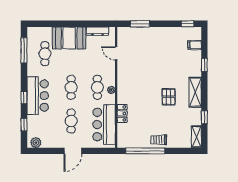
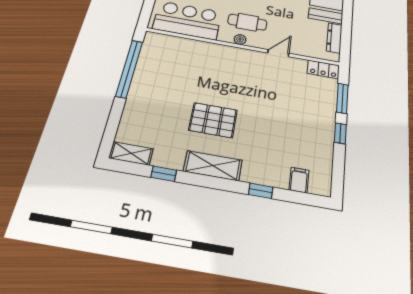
window: (187, 24) -> (340, 133), moved
door: (116, 53) -> (278, 53), moved
pallet: (169, 97) -> (213, 120), width x1.50, depth x1.42
locker: (122, 113) -> (323, 69), moved
trolley: (159, 140) -> (143, 92), removed

